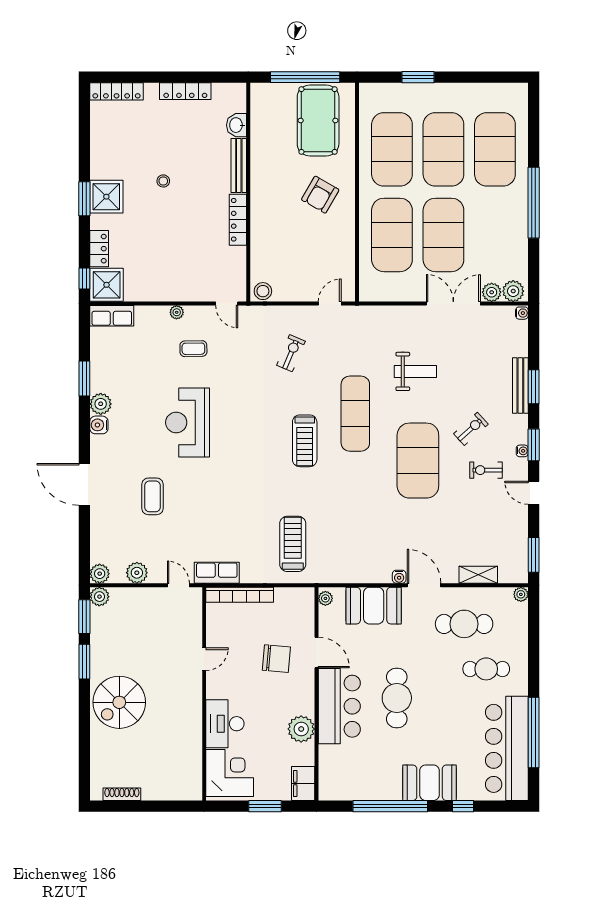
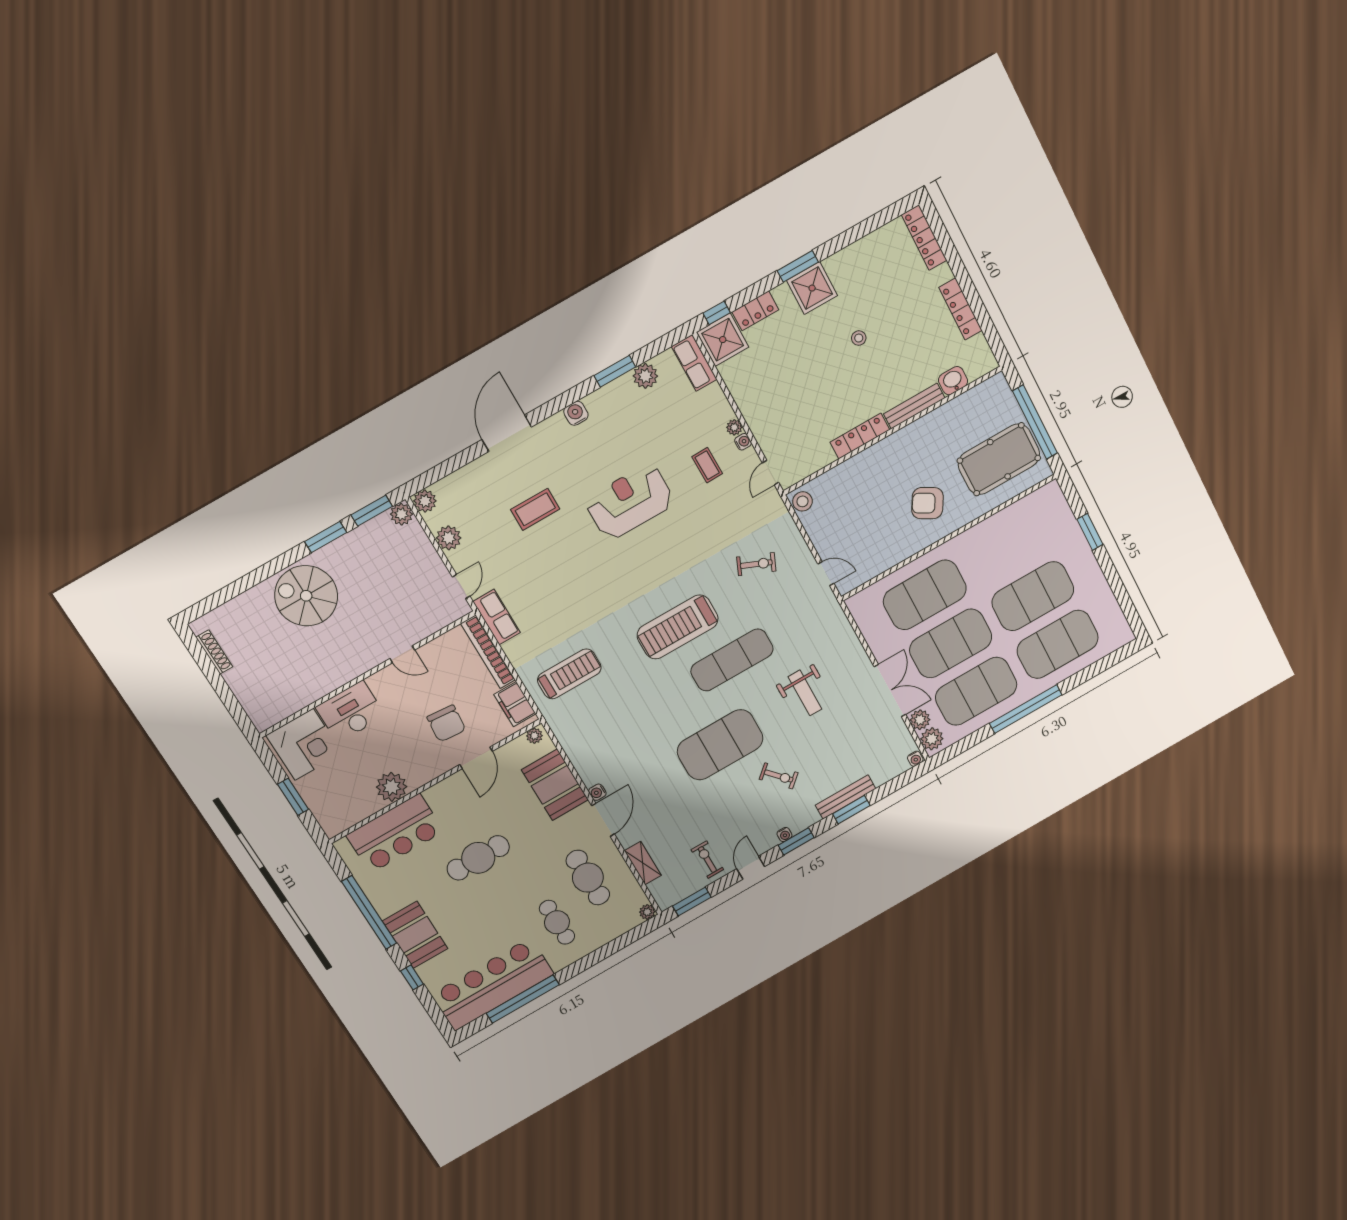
exercise mat: (392, 149) -> (976, 691), moved
water cooler: (191, 312) -> (743, 442), added
plant: (101, 404) -> (645, 376), moved
treadmill: (305, 441) -> (678, 627), width x1.37, depth x1.38
exercise bike: (486, 470) -> (707, 860), moved
bar counter: (339, 706) -> (395, 833), moved
filing cabinet: (303, 783) -> (515, 704), moved, turned -90

